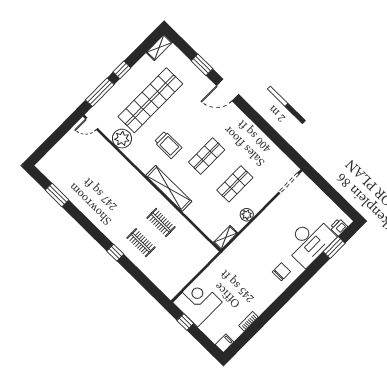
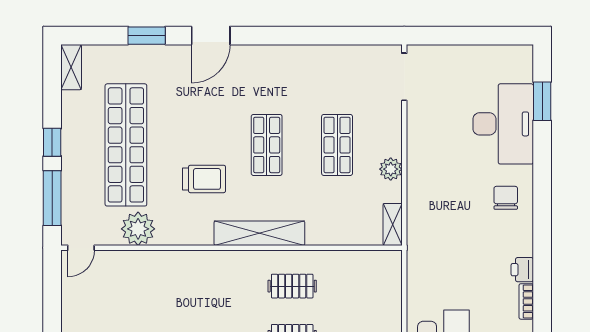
printer: (339, 227) -> (522, 270), moved

